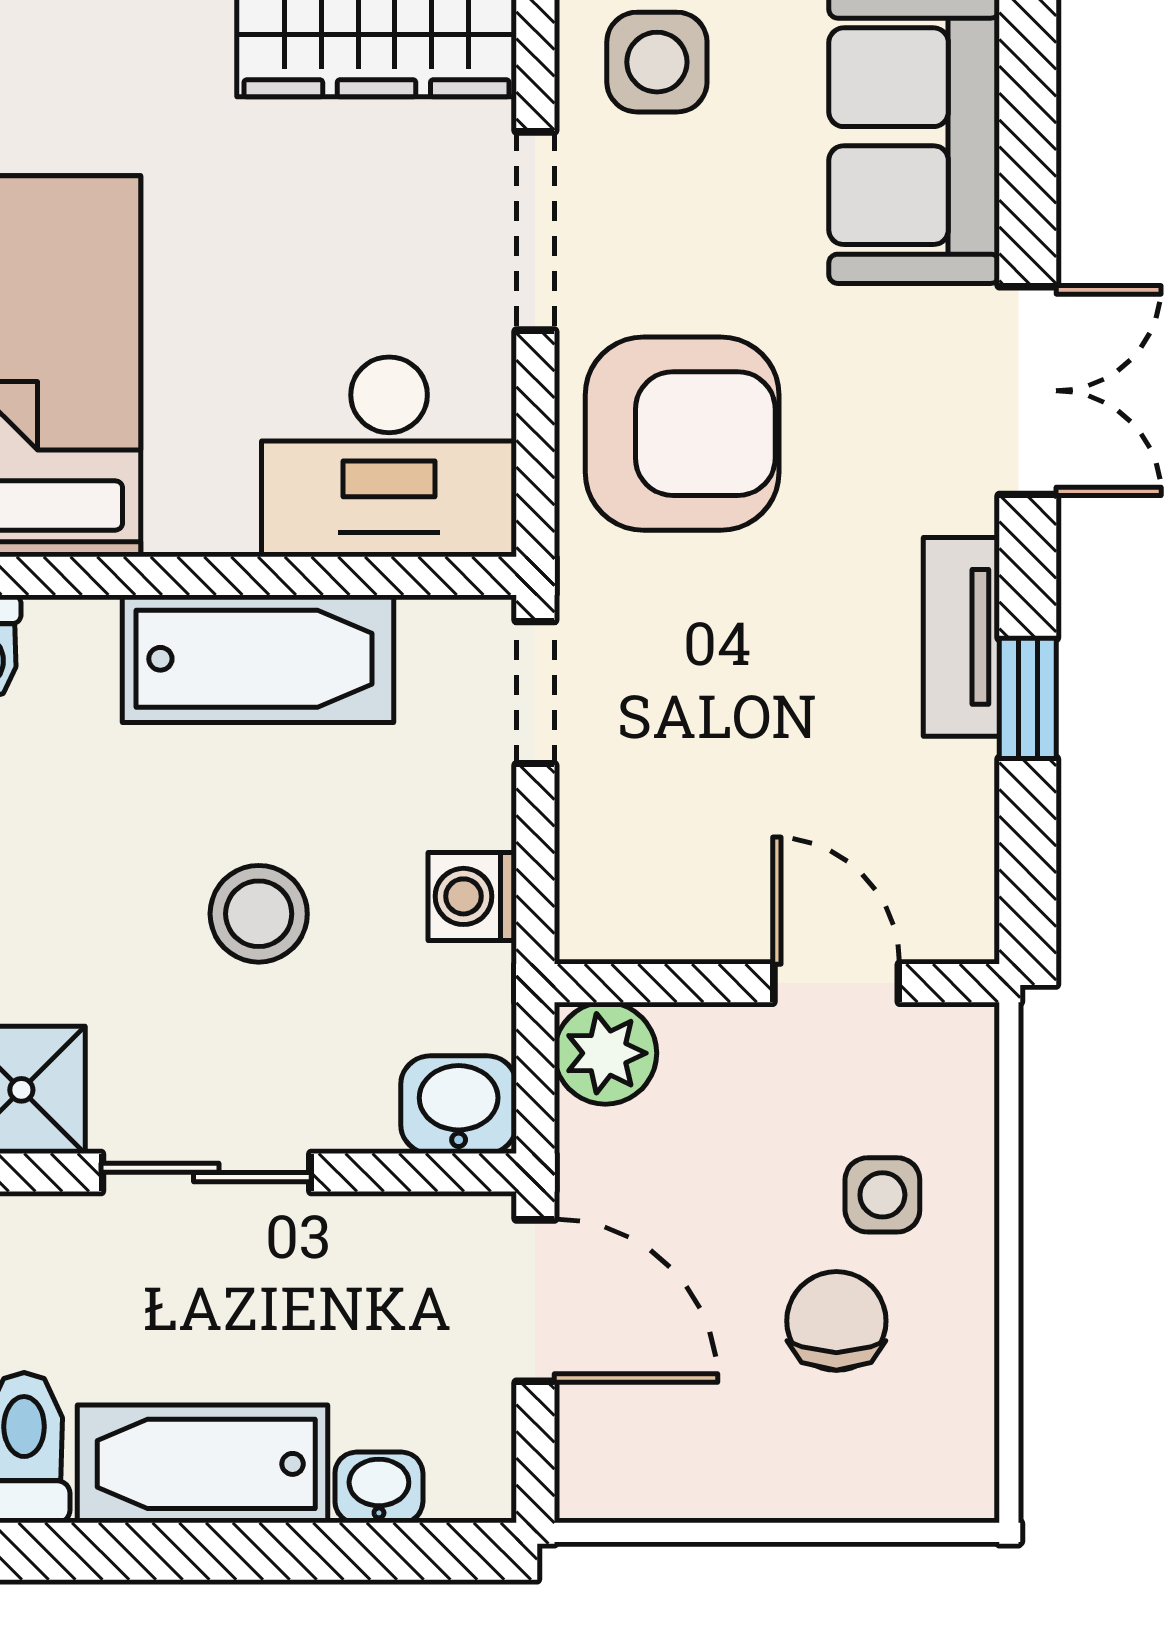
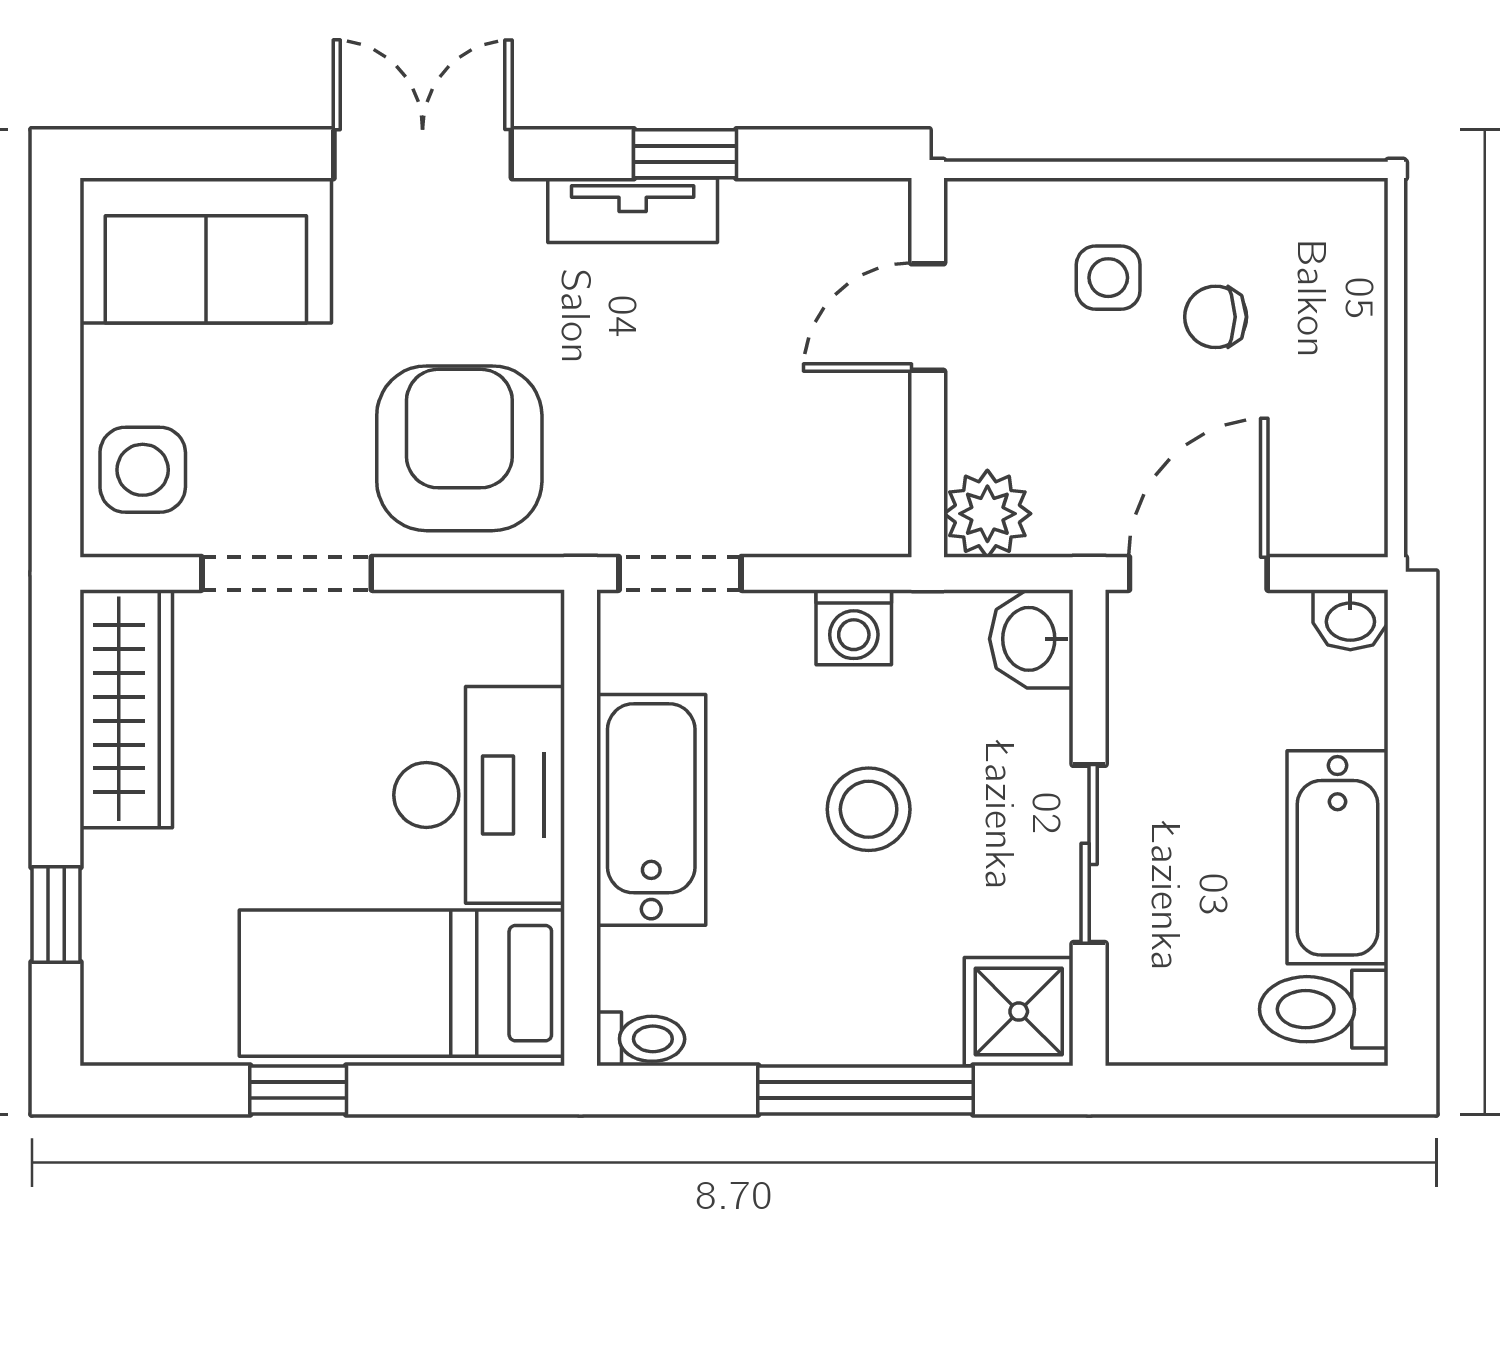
desk: (389, 457) -> (479, 795), moved
chair: (836, 1321) -> (1216, 317), width x0.73, depth x0.73
washbasin: (379, 1487) -> (1350, 620), moved, turned -90

